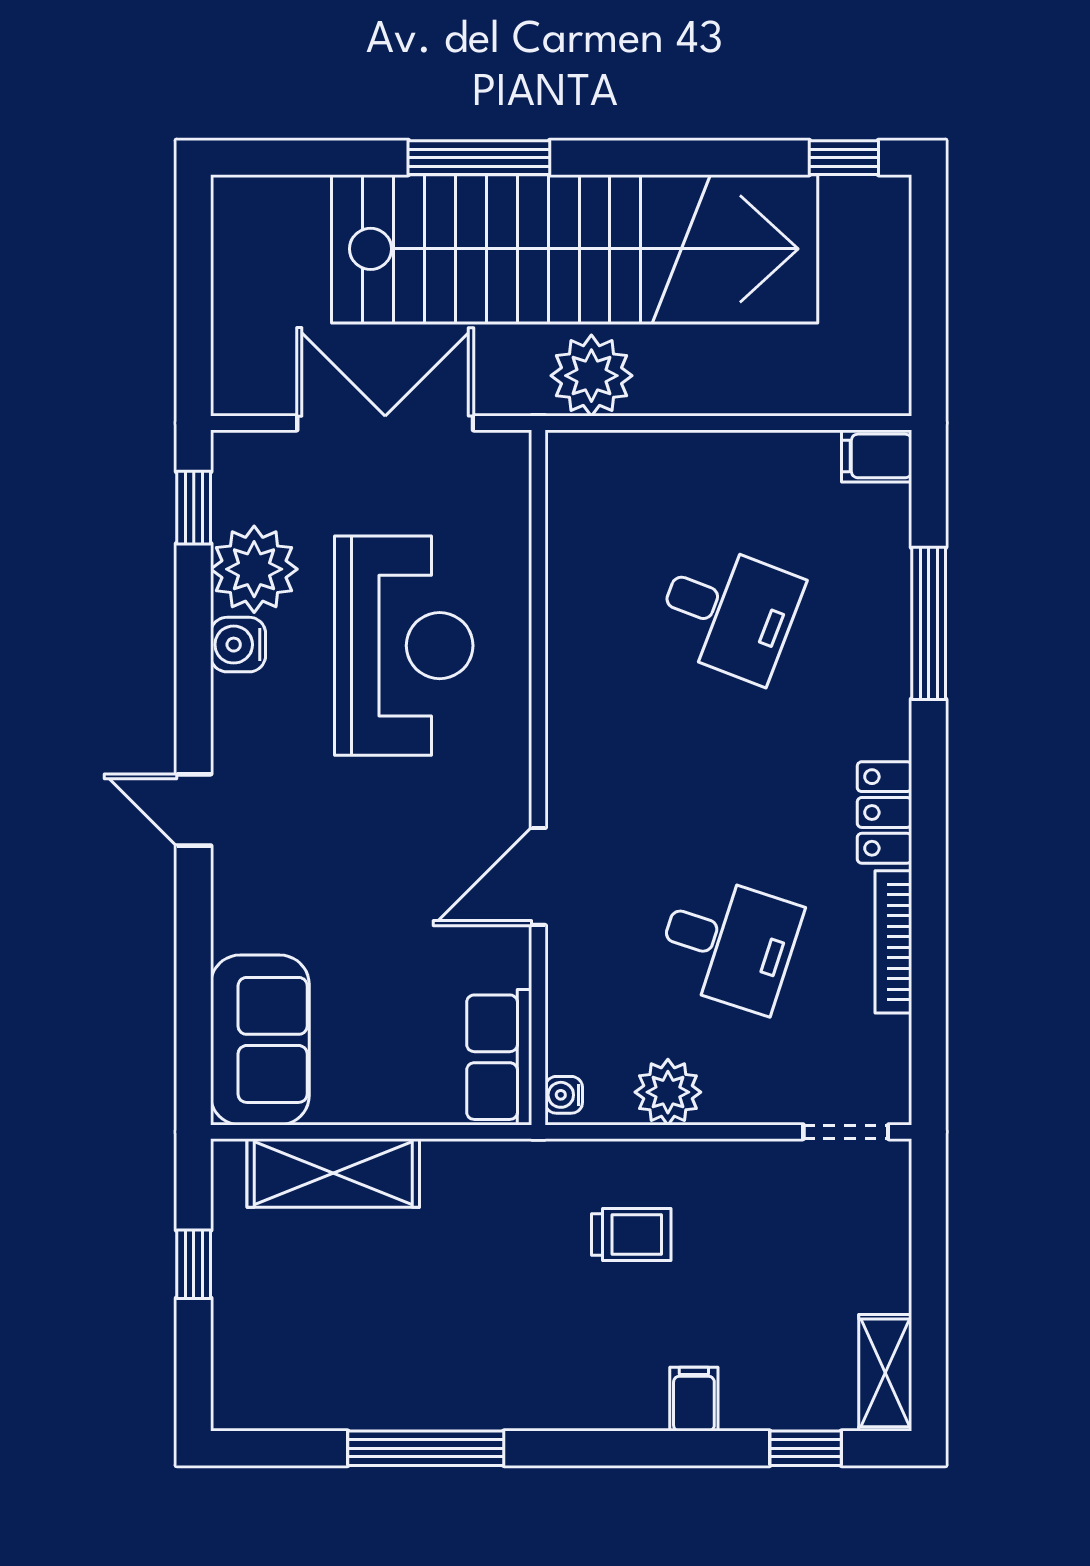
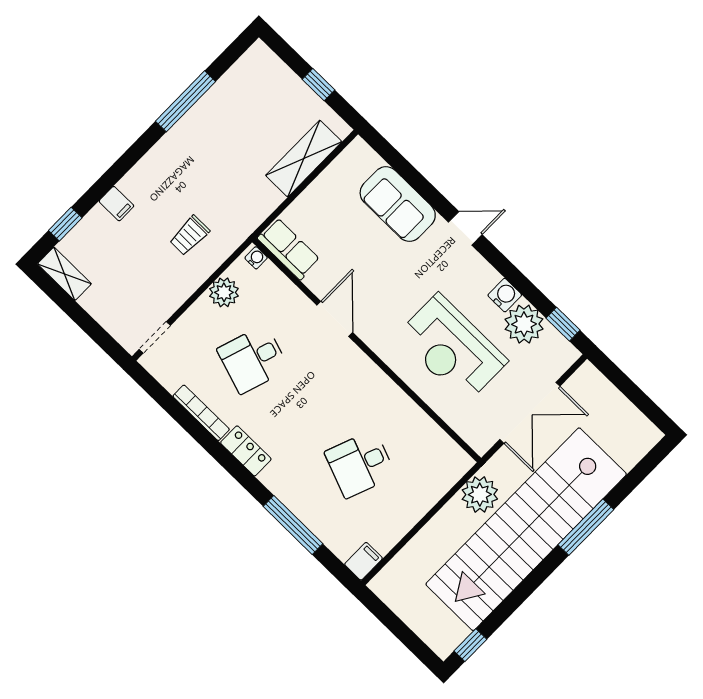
sofa: (260, 1040) -> (398, 204), moved

